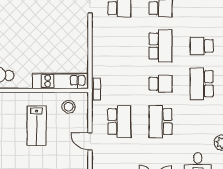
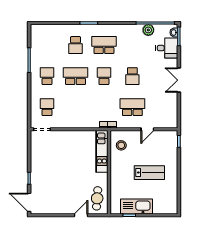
school desk: (202, 84) -> (104, 45), turned 180
school desk: (160, 122) -> (132, 76), width x0.54
lab bench: (37, 126) -> (149, 173), moved

